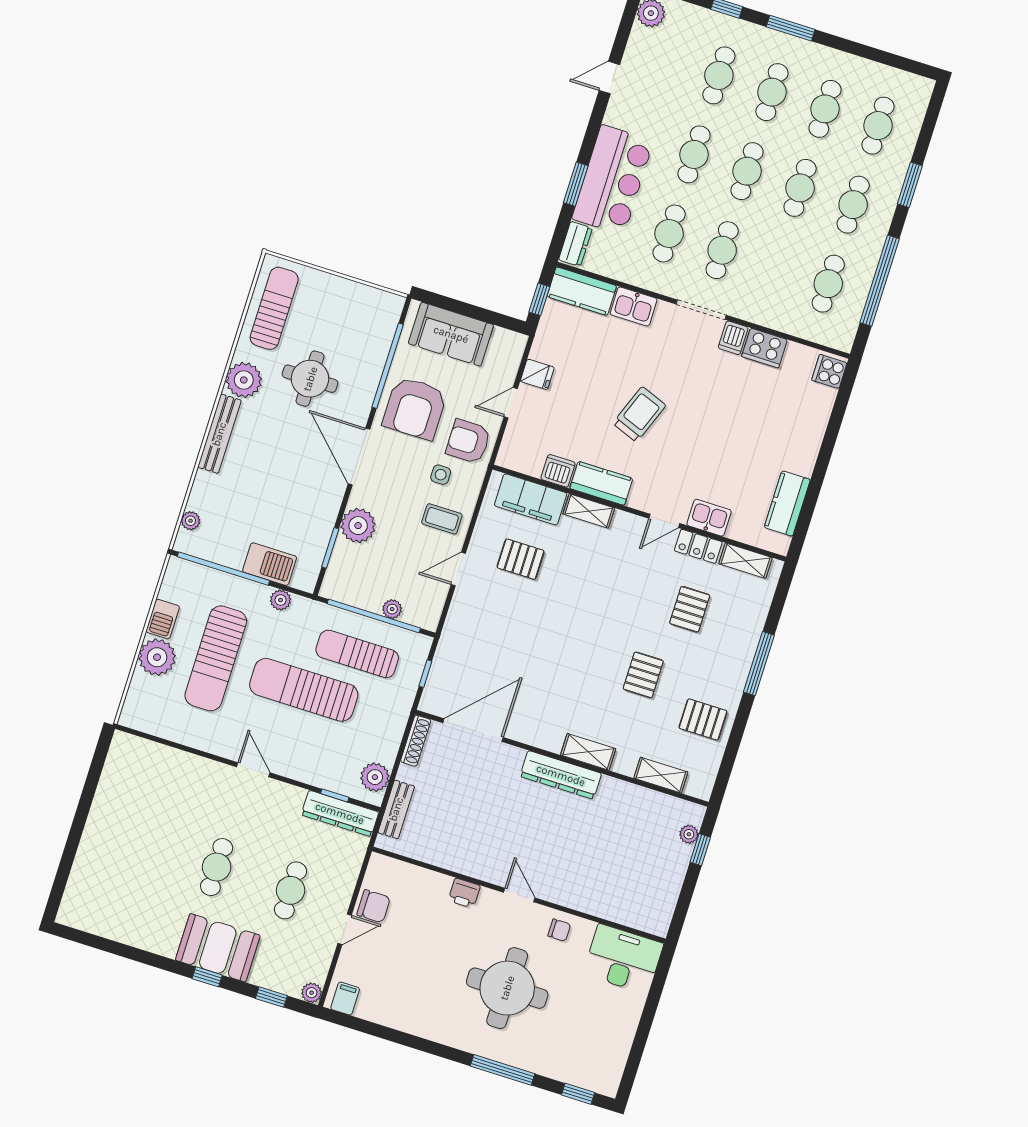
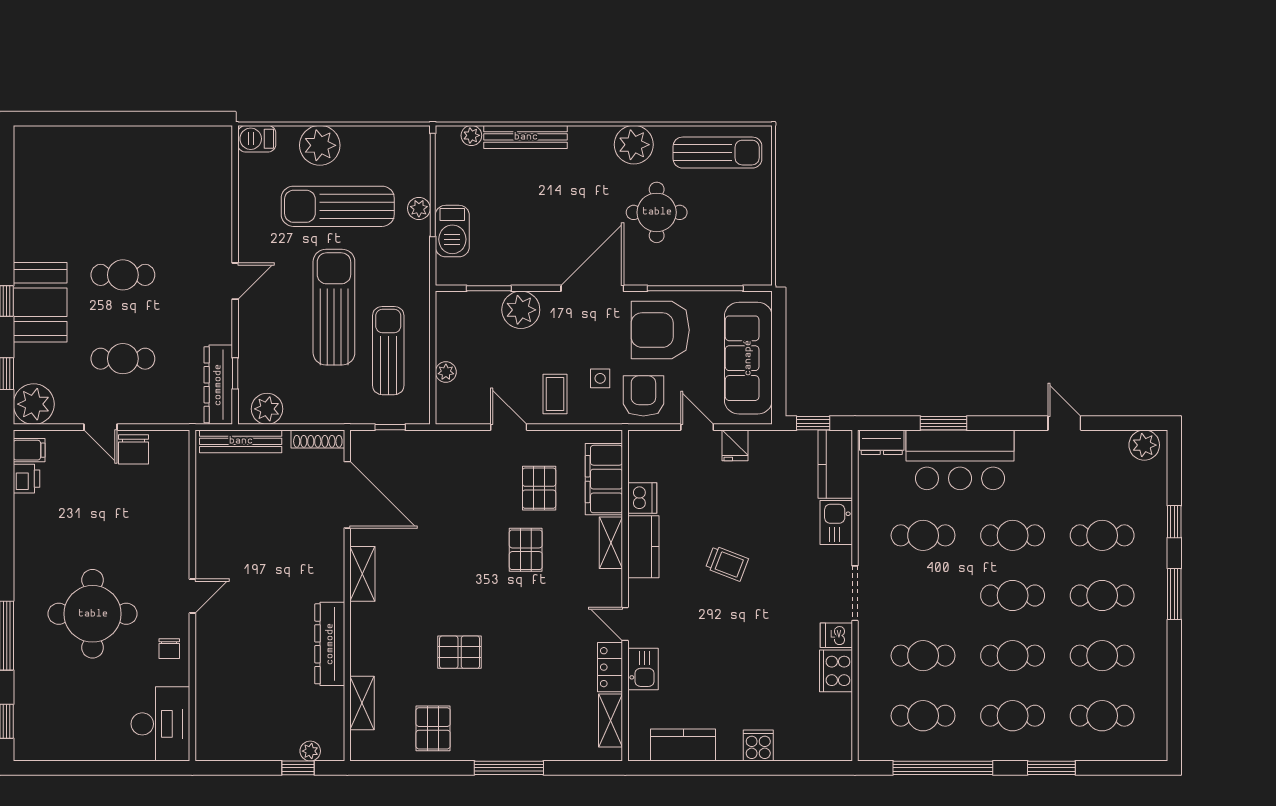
cafe table: (722, 250) -> (923, 656), moved
sofa: (451, 334) -> (748, 358), width x1.36
cooker: (829, 371) -> (758, 745), moved
trolley: (639, 414) -> (727, 563), width x0.73, depth x0.72
bench: (219, 434) -> (526, 137), moved
plant: (281, 600) -> (419, 208), moved
pallet: (690, 609) -> (526, 550), moved, turned 90
window: (374, 616) -> (433, 355), removed
barbecue: (163, 619) -> (257, 139), moved
shelving: (588, 752) -> (362, 574), moved
dresser: (561, 775) -> (330, 644), moved
bench: (396, 809) -> (241, 441), width x1.36
printer: (464, 893) -> (27, 479), moved, turned 180
plant: (312, 993) -> (34, 404), width x1.88, depth x1.88

